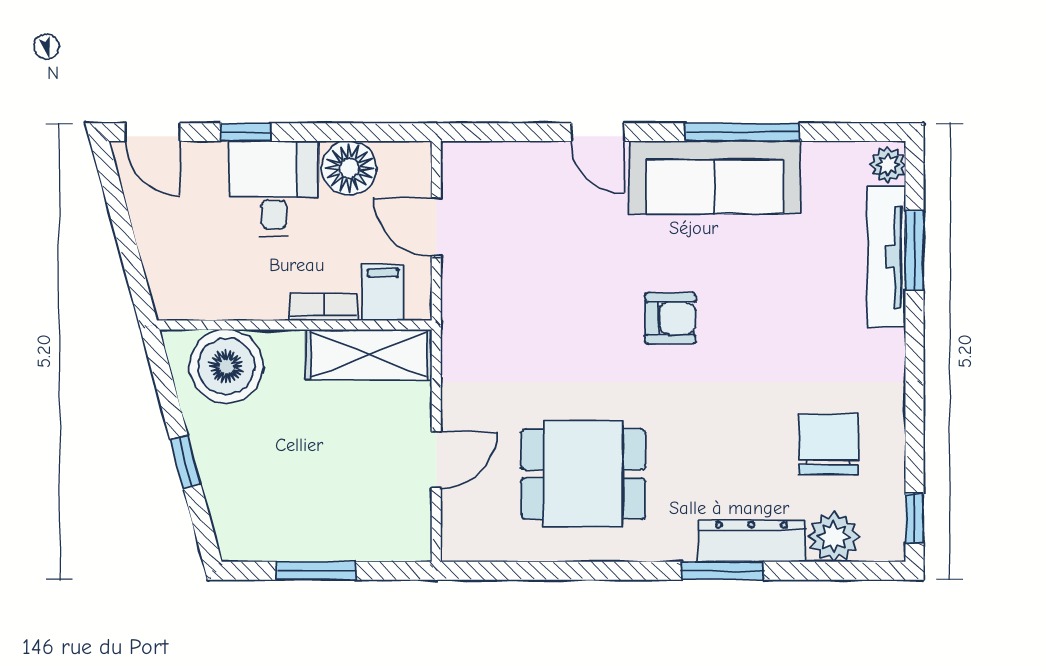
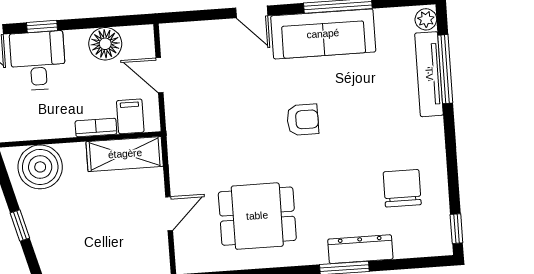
desk: (274, 189) -> (38, 61), moved
window: (914, 250) -> (445, 69), width x1.44
plant: (834, 537) -> (409, 243), removed

